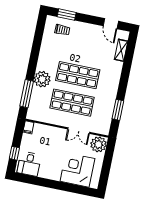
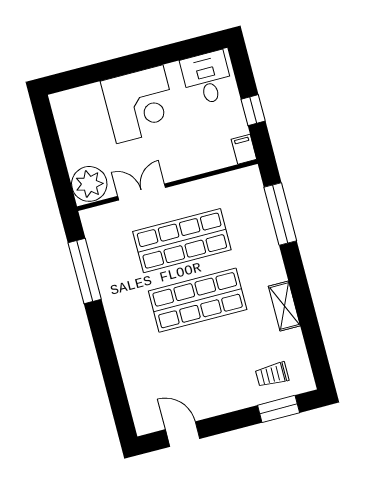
shelving: (121, 50) -> (284, 306), moved
plant: (42, 79) -> (264, 258), removed
window: (118, 110) -> (85, 271), width x1.44
window: (14, 153) -> (253, 110), moved
corner desk: (77, 170) -> (140, 104), moved

